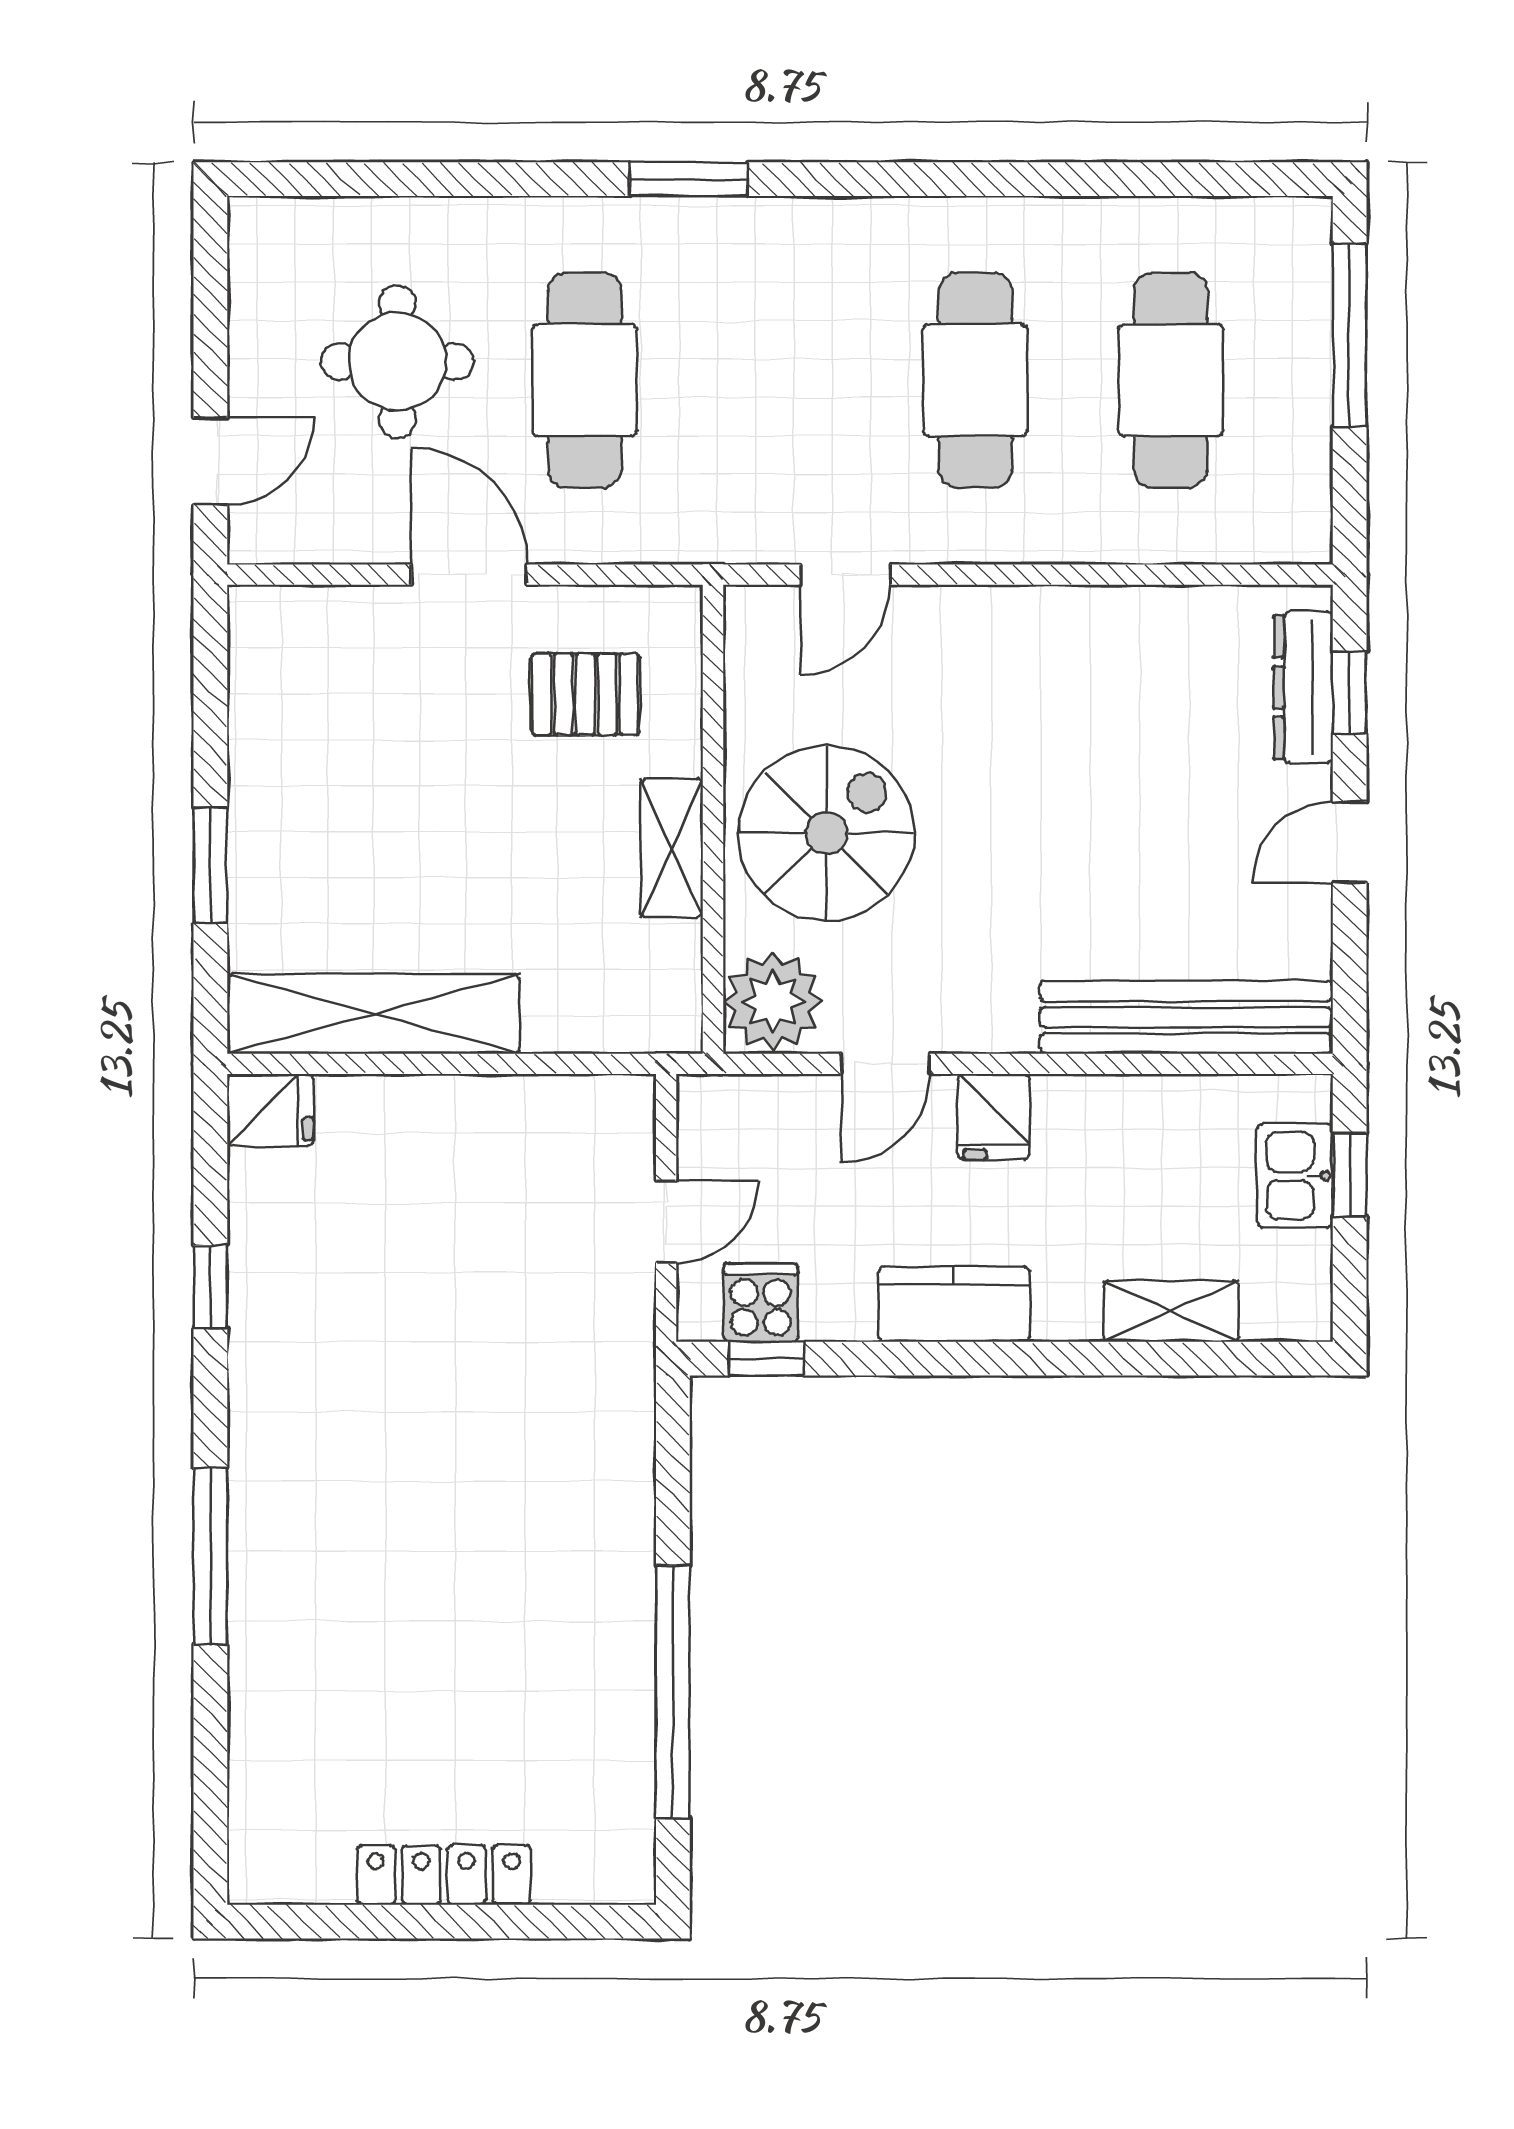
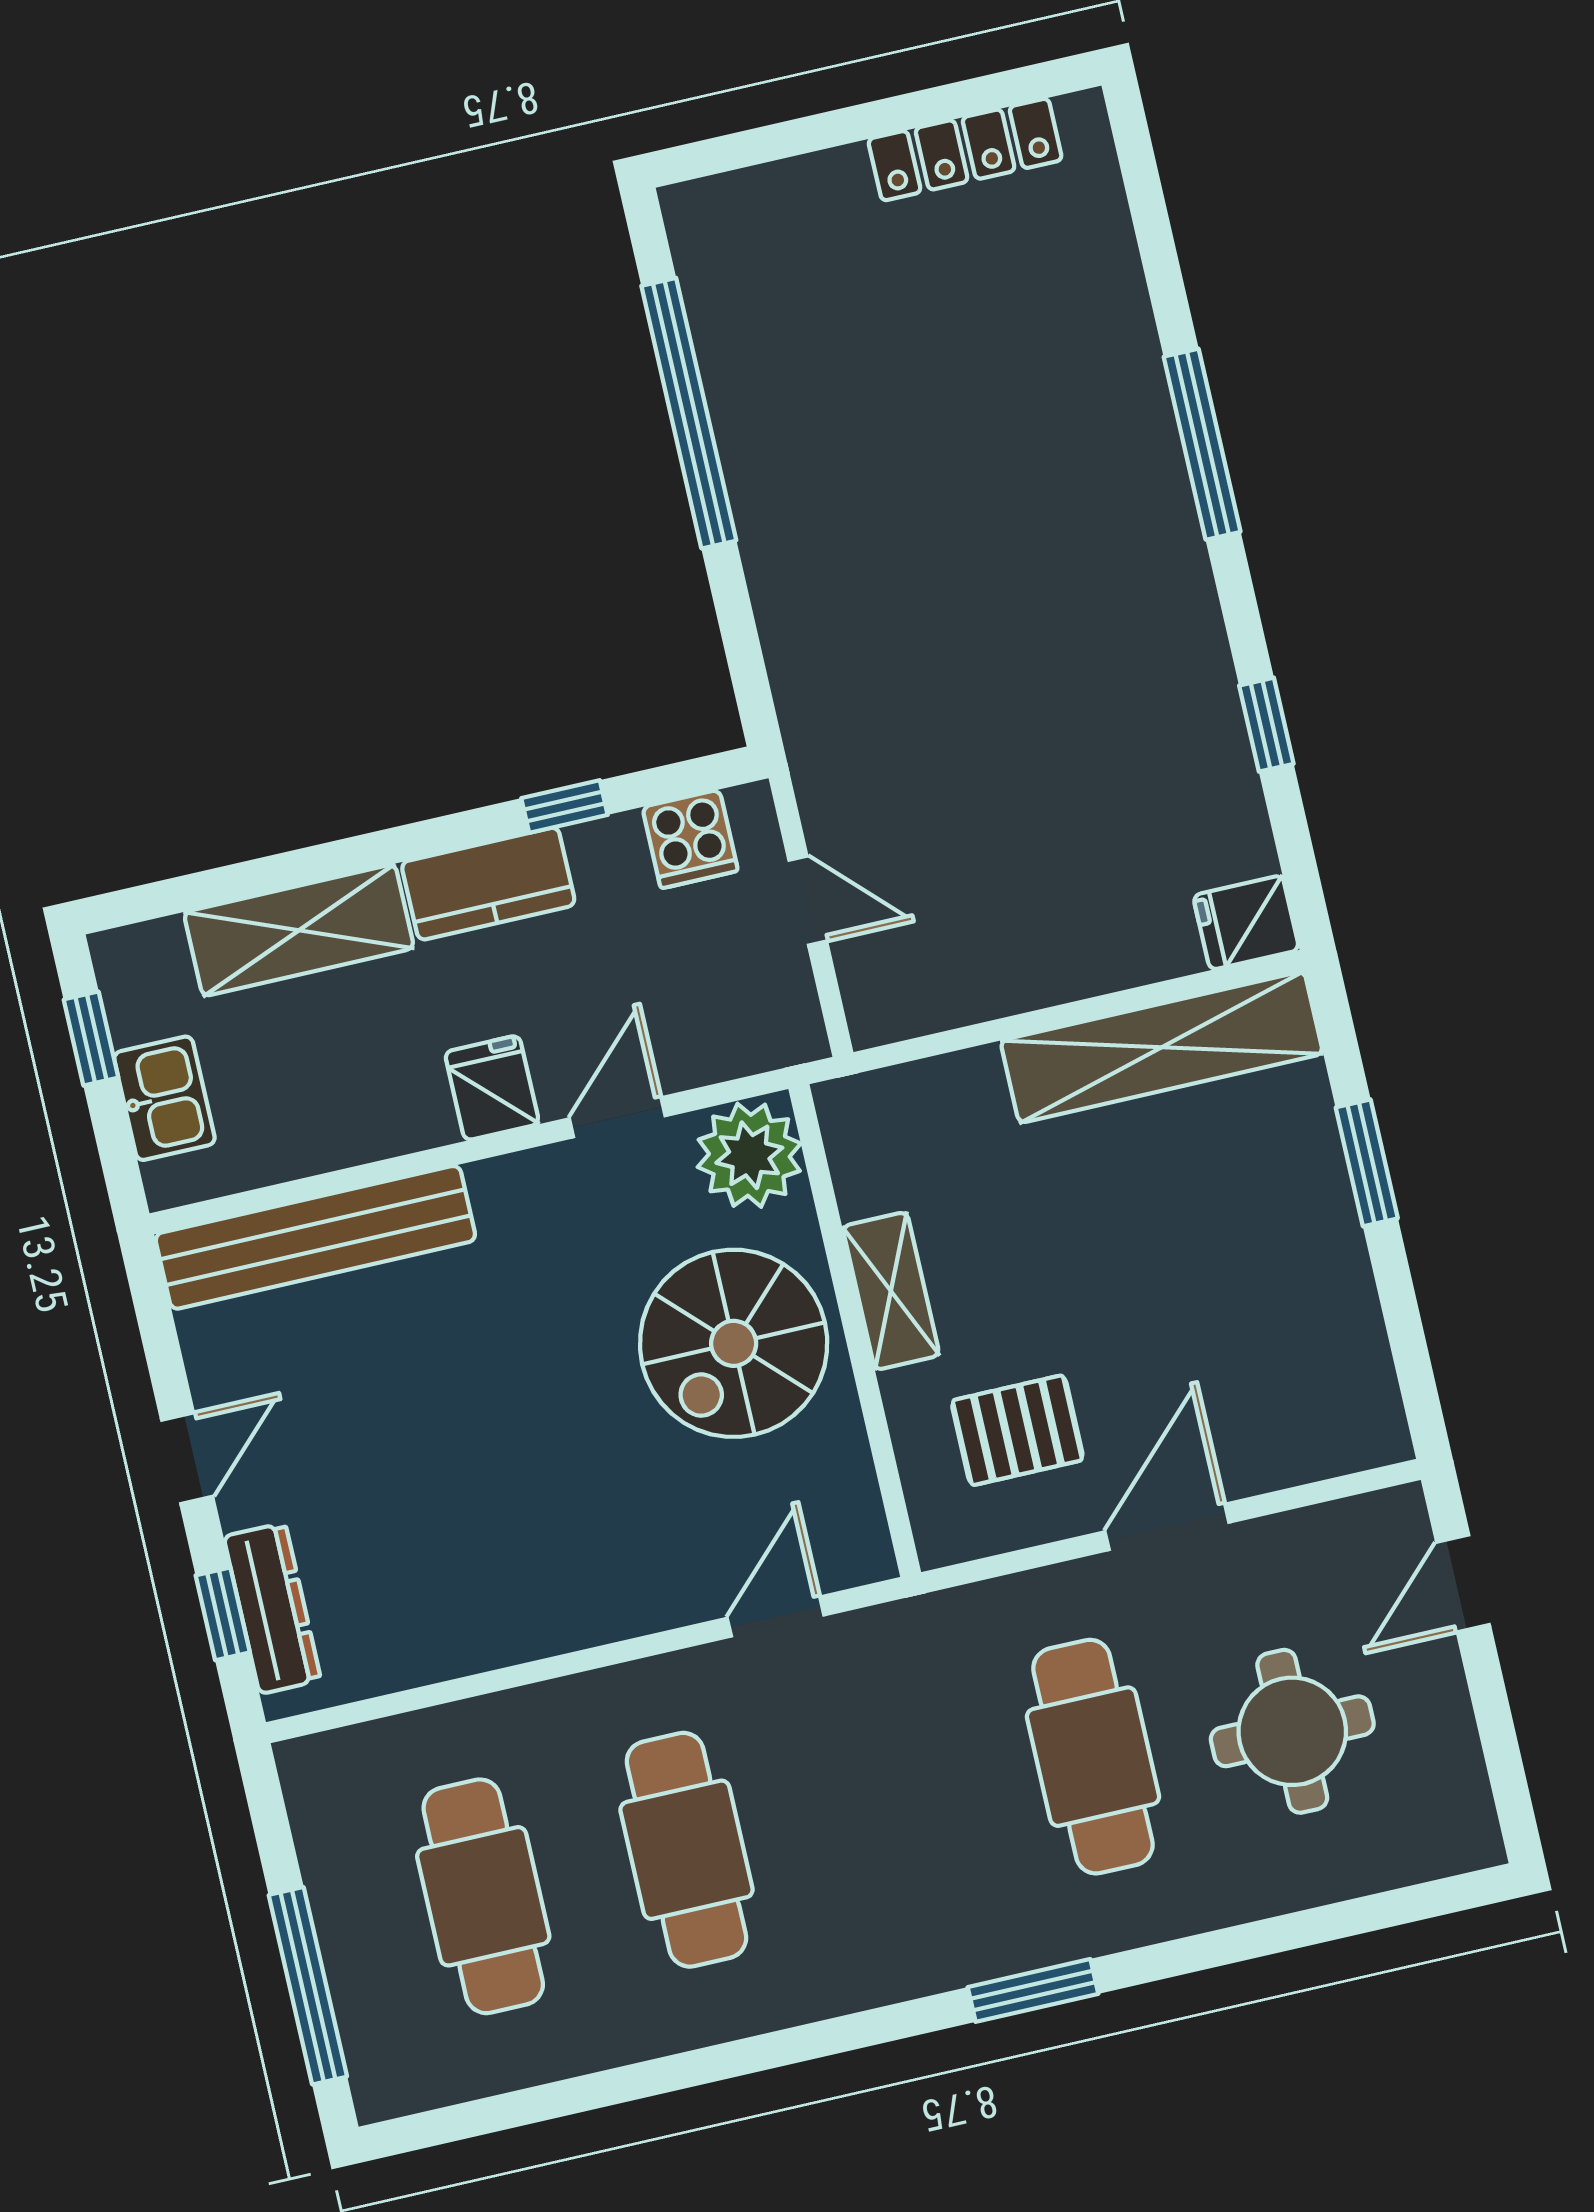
door: (469, 575) -> (1167, 1527), swing flipped
window: (1350, 1175) -> (91, 1039), moved
door: (666, 1222) -> (808, 901), swing flipped
shelving: (1171, 1311) -> (299, 930), width x1.50, depth x1.33
window: (767, 1359) -> (564, 806), moved
locker: (444, 1875) -> (965, 150), moved

